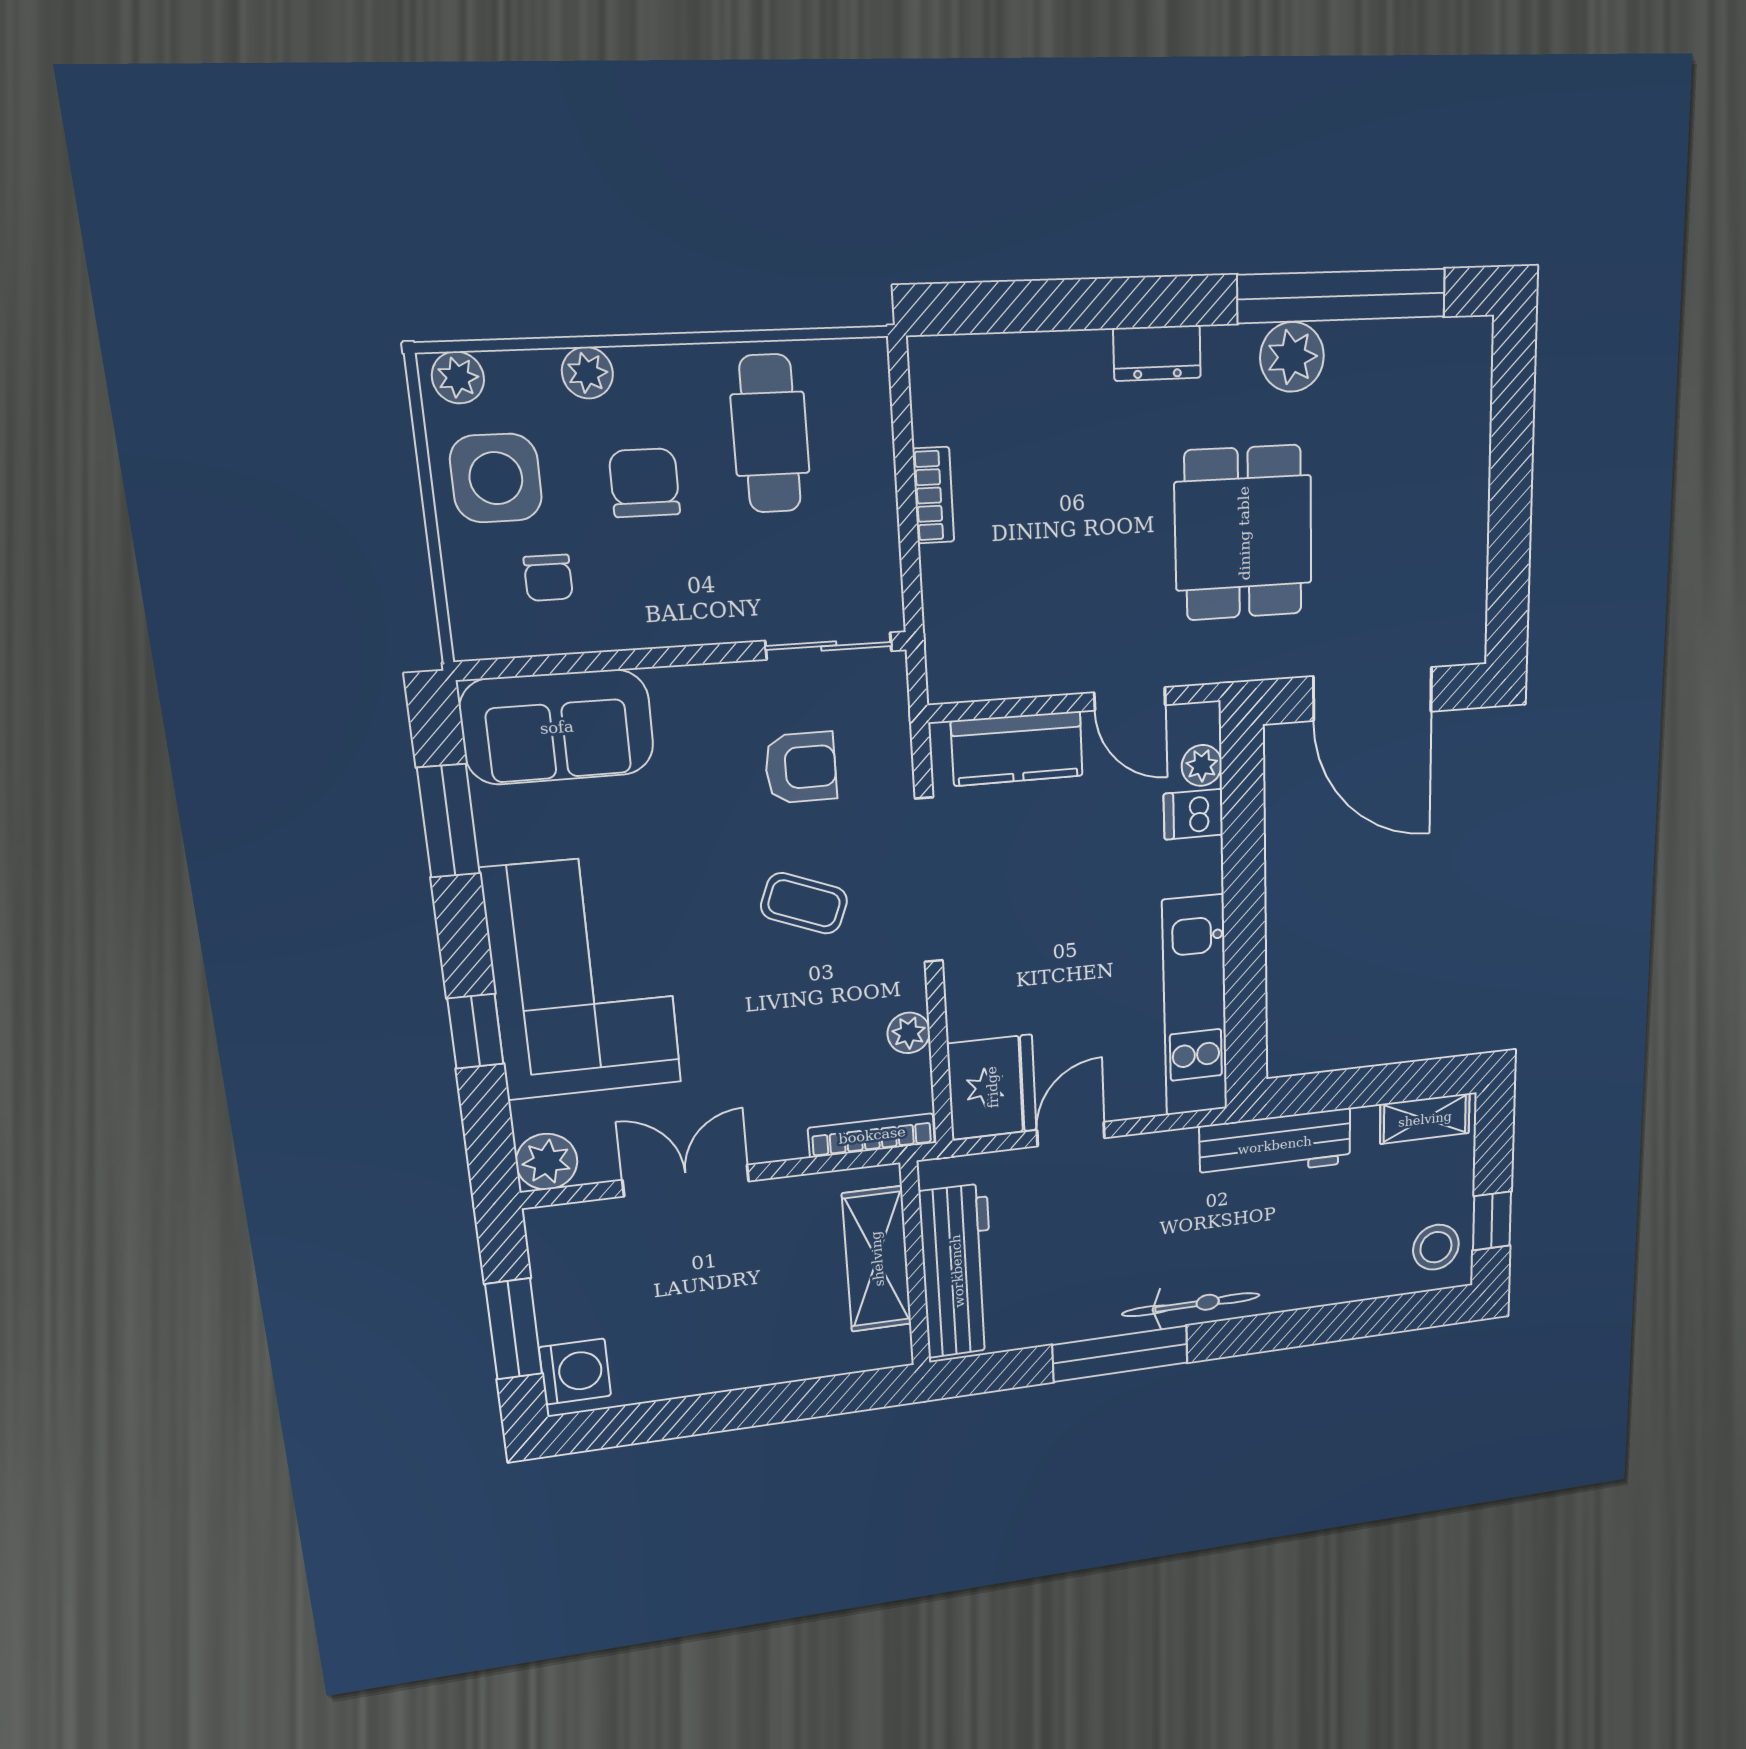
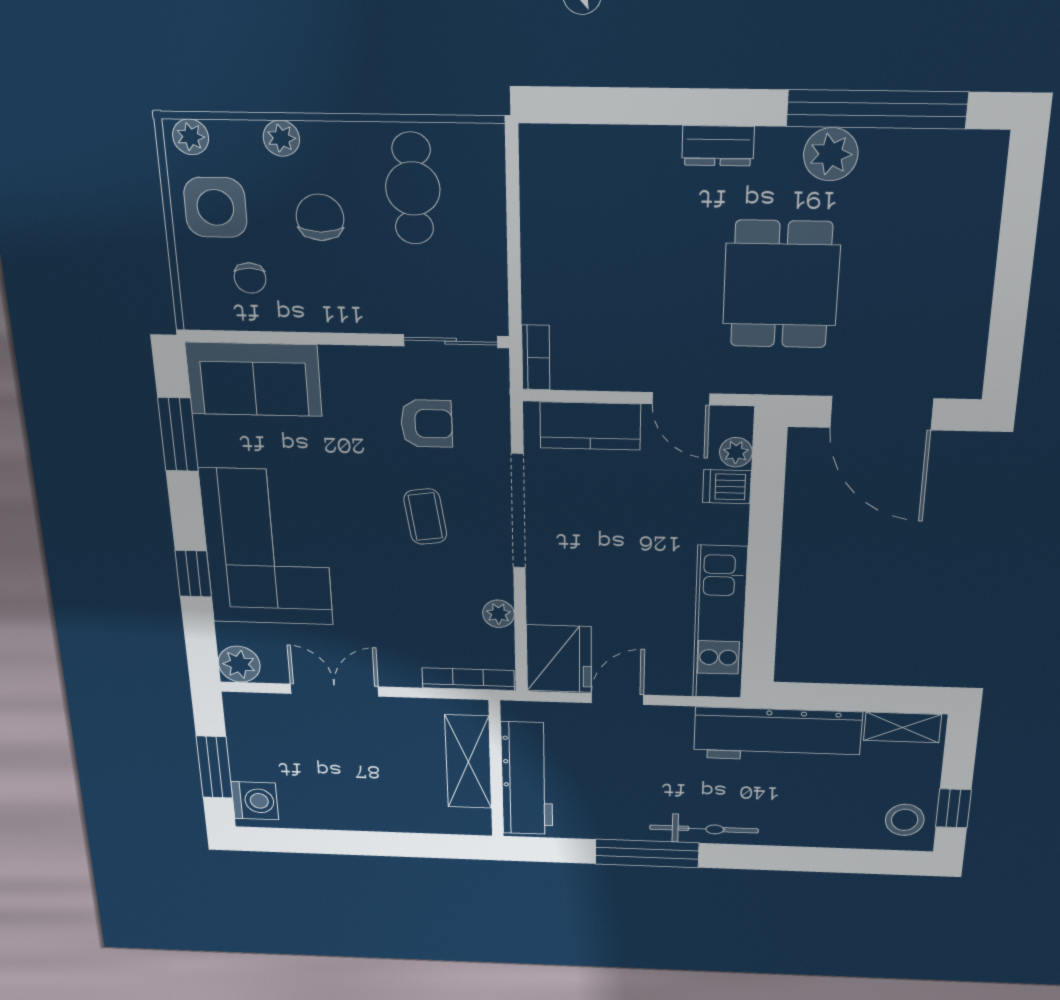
bookcase: (933, 495) -> (536, 357), moved
coffee table: (804, 903) -> (425, 517), turned 61
workbench: (1275, 1145) -> (778, 735), width x1.36, depth x1.32

